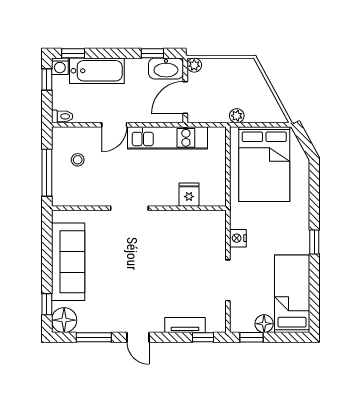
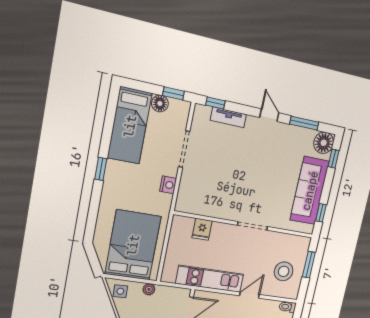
side table: (269, 109) -> (120, 291), added
stool: (78, 160) -> (284, 271), width x1.89, depth x1.89
window: (47, 173) -> (309, 265), width x0.69
window: (47, 238) -> (321, 213), added

